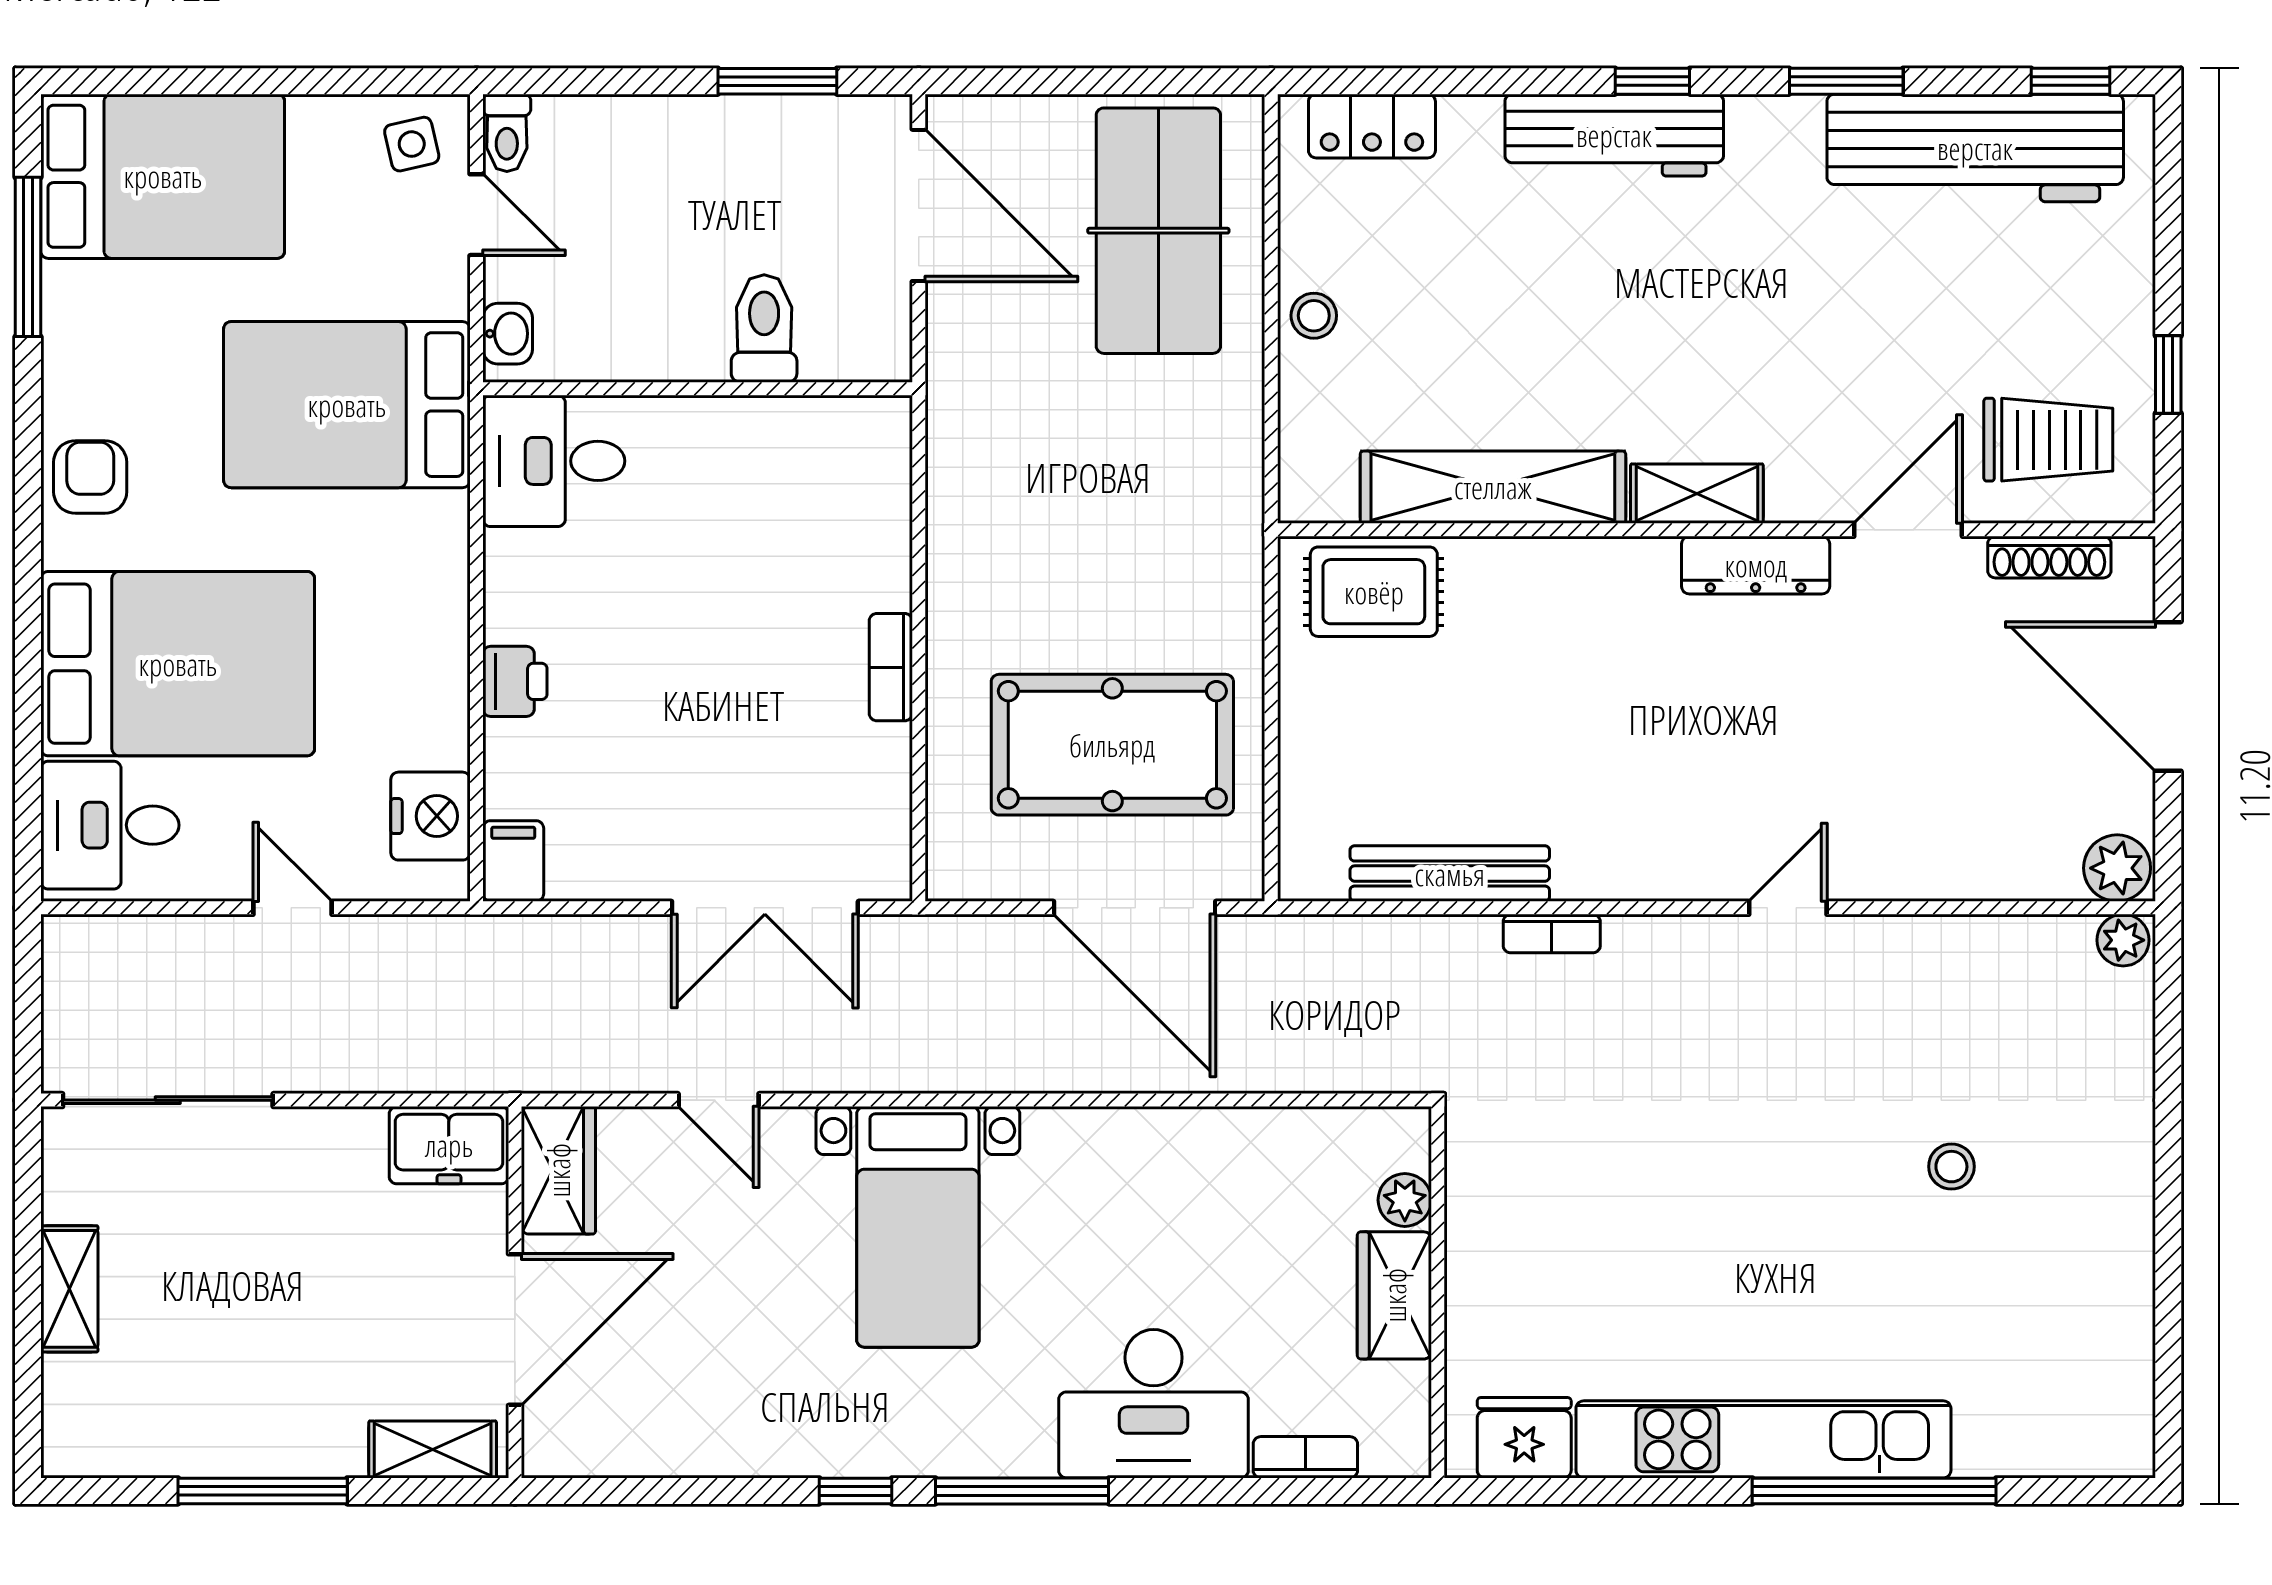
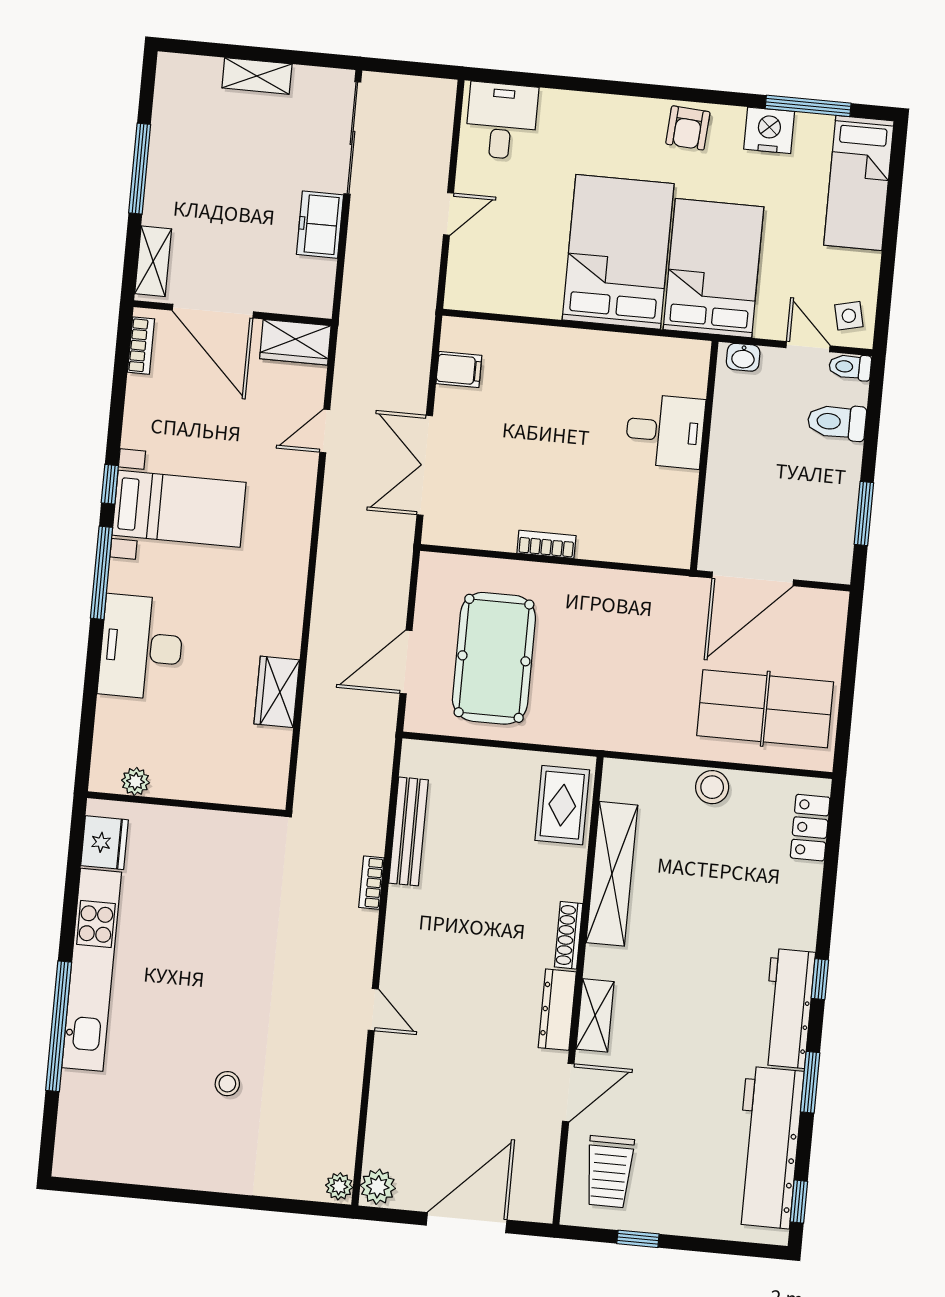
workbench: (1614, 135) -> (788, 1008), moved
bed: (163, 176) -> (859, 183), width x0.67
door: (919, 205) -> (753, 579), moved
door: (477, 215) -> (808, 347), swing flipped
stool: (1314, 316) -> (712, 787), width x1.37, depth x1.37
toilet: (764, 328) -> (837, 422), moved, turned 180
desk: (554, 461) -> (665, 431), moved, turned 90
armchair: (90, 477) -> (688, 128), turned 94
shelving: (1697, 494) -> (595, 1015), moved
door: (1908, 530) -> (568, 1093), hinge flipped
shoe rack: (2049, 557) -> (569, 935), moved
bed: (178, 664) -> (618, 252), moved, turned 180
printer: (515, 681) -> (558, 344), removed
nightstand: (431, 816) -> (769, 130), moved, turned 180
filing cabinet: (513, 861) -> (459, 370), moved
door: (1135, 908) -> (406, 662), width x0.73
freezer: (449, 1145) -> (320, 225), moved
plant: (1405, 1200) -> (136, 781), moved
bed with nightstands: (918, 1227) -> (179, 509), moved, turned 180
wardrobe: (1394, 1295) -> (277, 692), moved, turned -90
bookcase: (1305, 1457) -> (141, 346), moved

